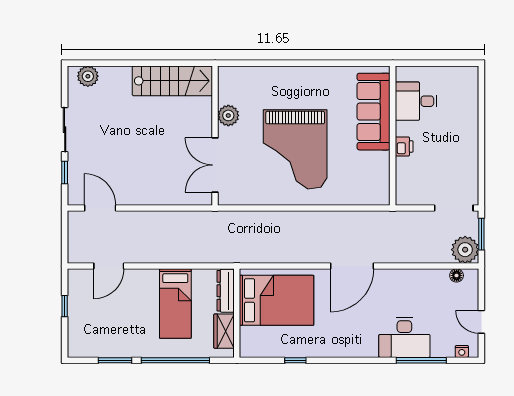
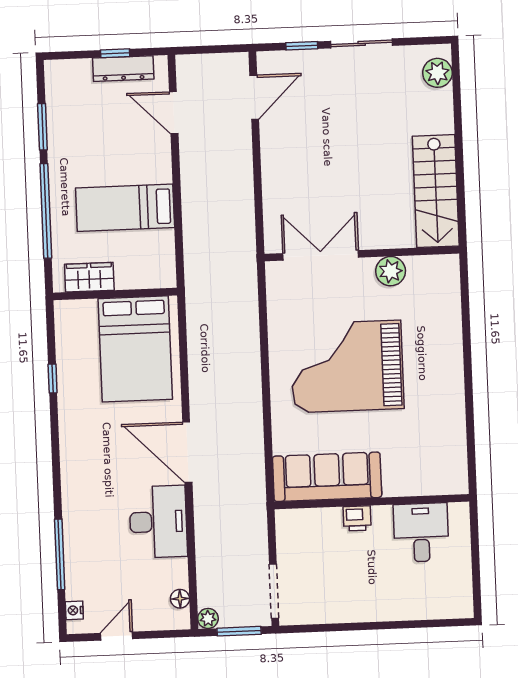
sofa: (374, 112) -> (327, 477), moved
plant: (465, 250) -> (208, 618), width x0.53, depth x0.53
dresser: (226, 291) -> (123, 69), moved, turned 180
desk: (404, 337) -> (158, 522), moved, turned 180

